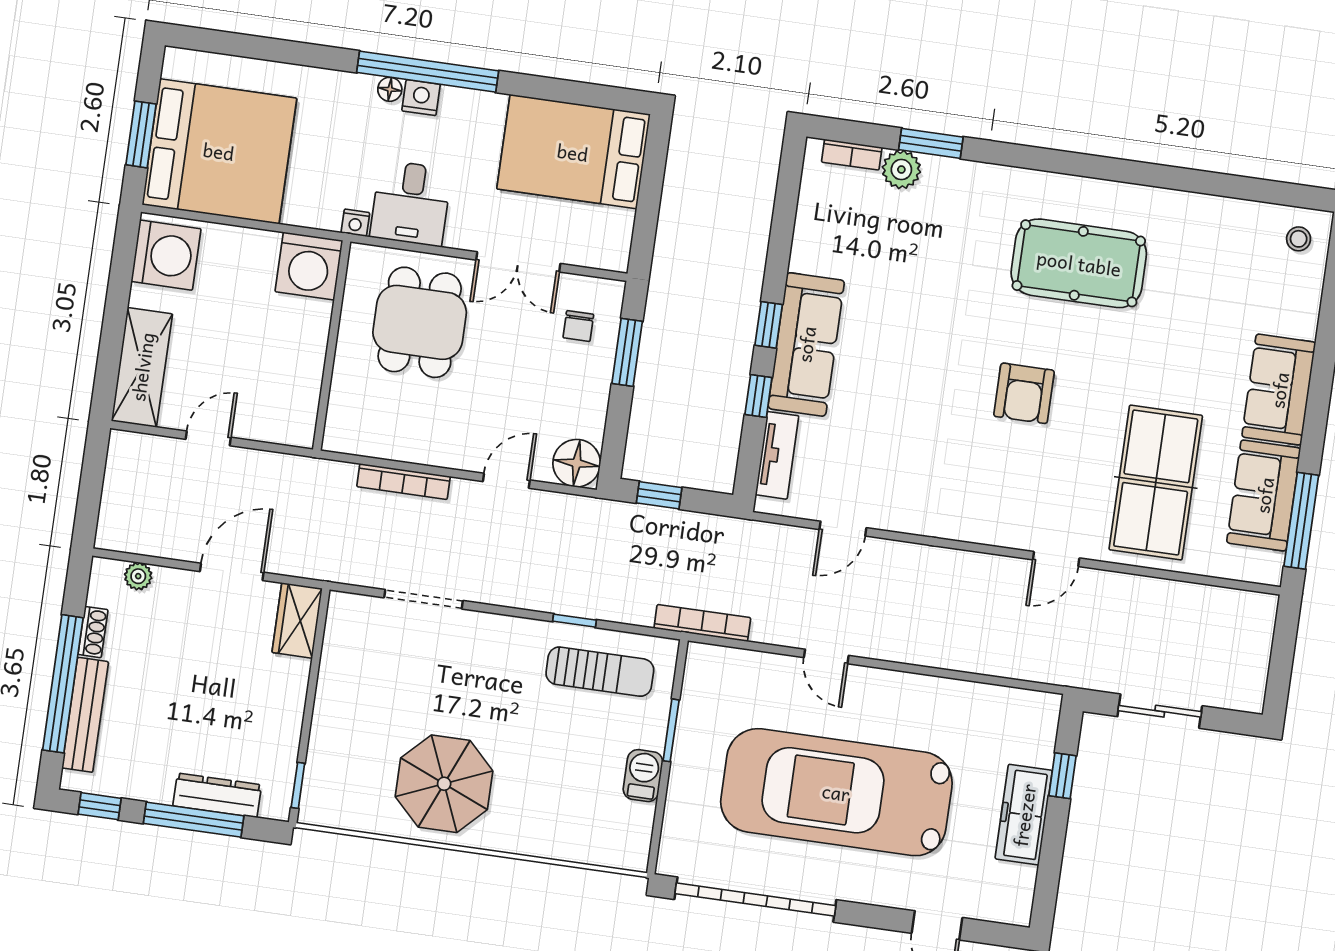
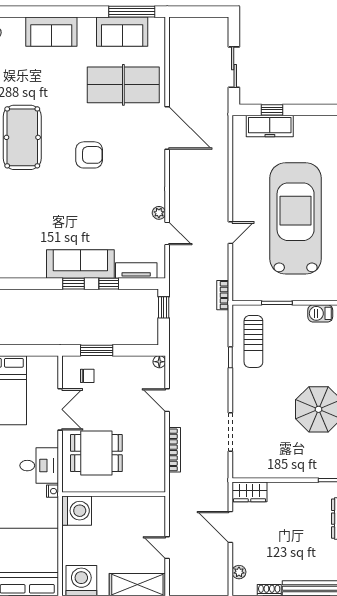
sofa: (1279, 390) -> (51, 32), moved
floor lamp: (577, 463) -> (159, 362), width x0.53, depth x0.53
window: (659, 495) -> (164, 307), moved
plant: (887, 518) -> (159, 213), added
door: (1056, 559) -> (167, 128), width x1.88
bookcase: (702, 623) -> (223, 295), width x0.64
sun lounger: (600, 672) -> (253, 341), turned 180
barbecue: (643, 776) -> (320, 313), moved
car: (836, 792) -> (296, 218), turned 180
freezer: (1024, 815) -> (270, 126), moved

